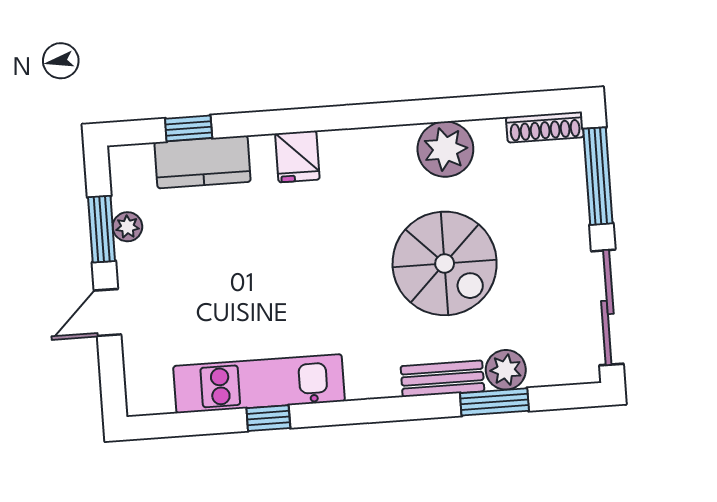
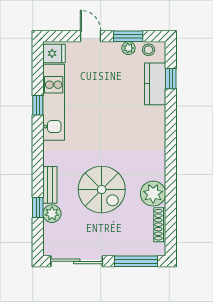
shoe rack: (545, 127) -> (160, 225), moved
fridge: (297, 157) -> (54, 53), moved, turned 180
stool: (128, 182) -> (149, 50), added
spiral stairs: (445, 263) -> (102, 190), turned -90
window: (494, 402) -> (38, 208), width x0.67

